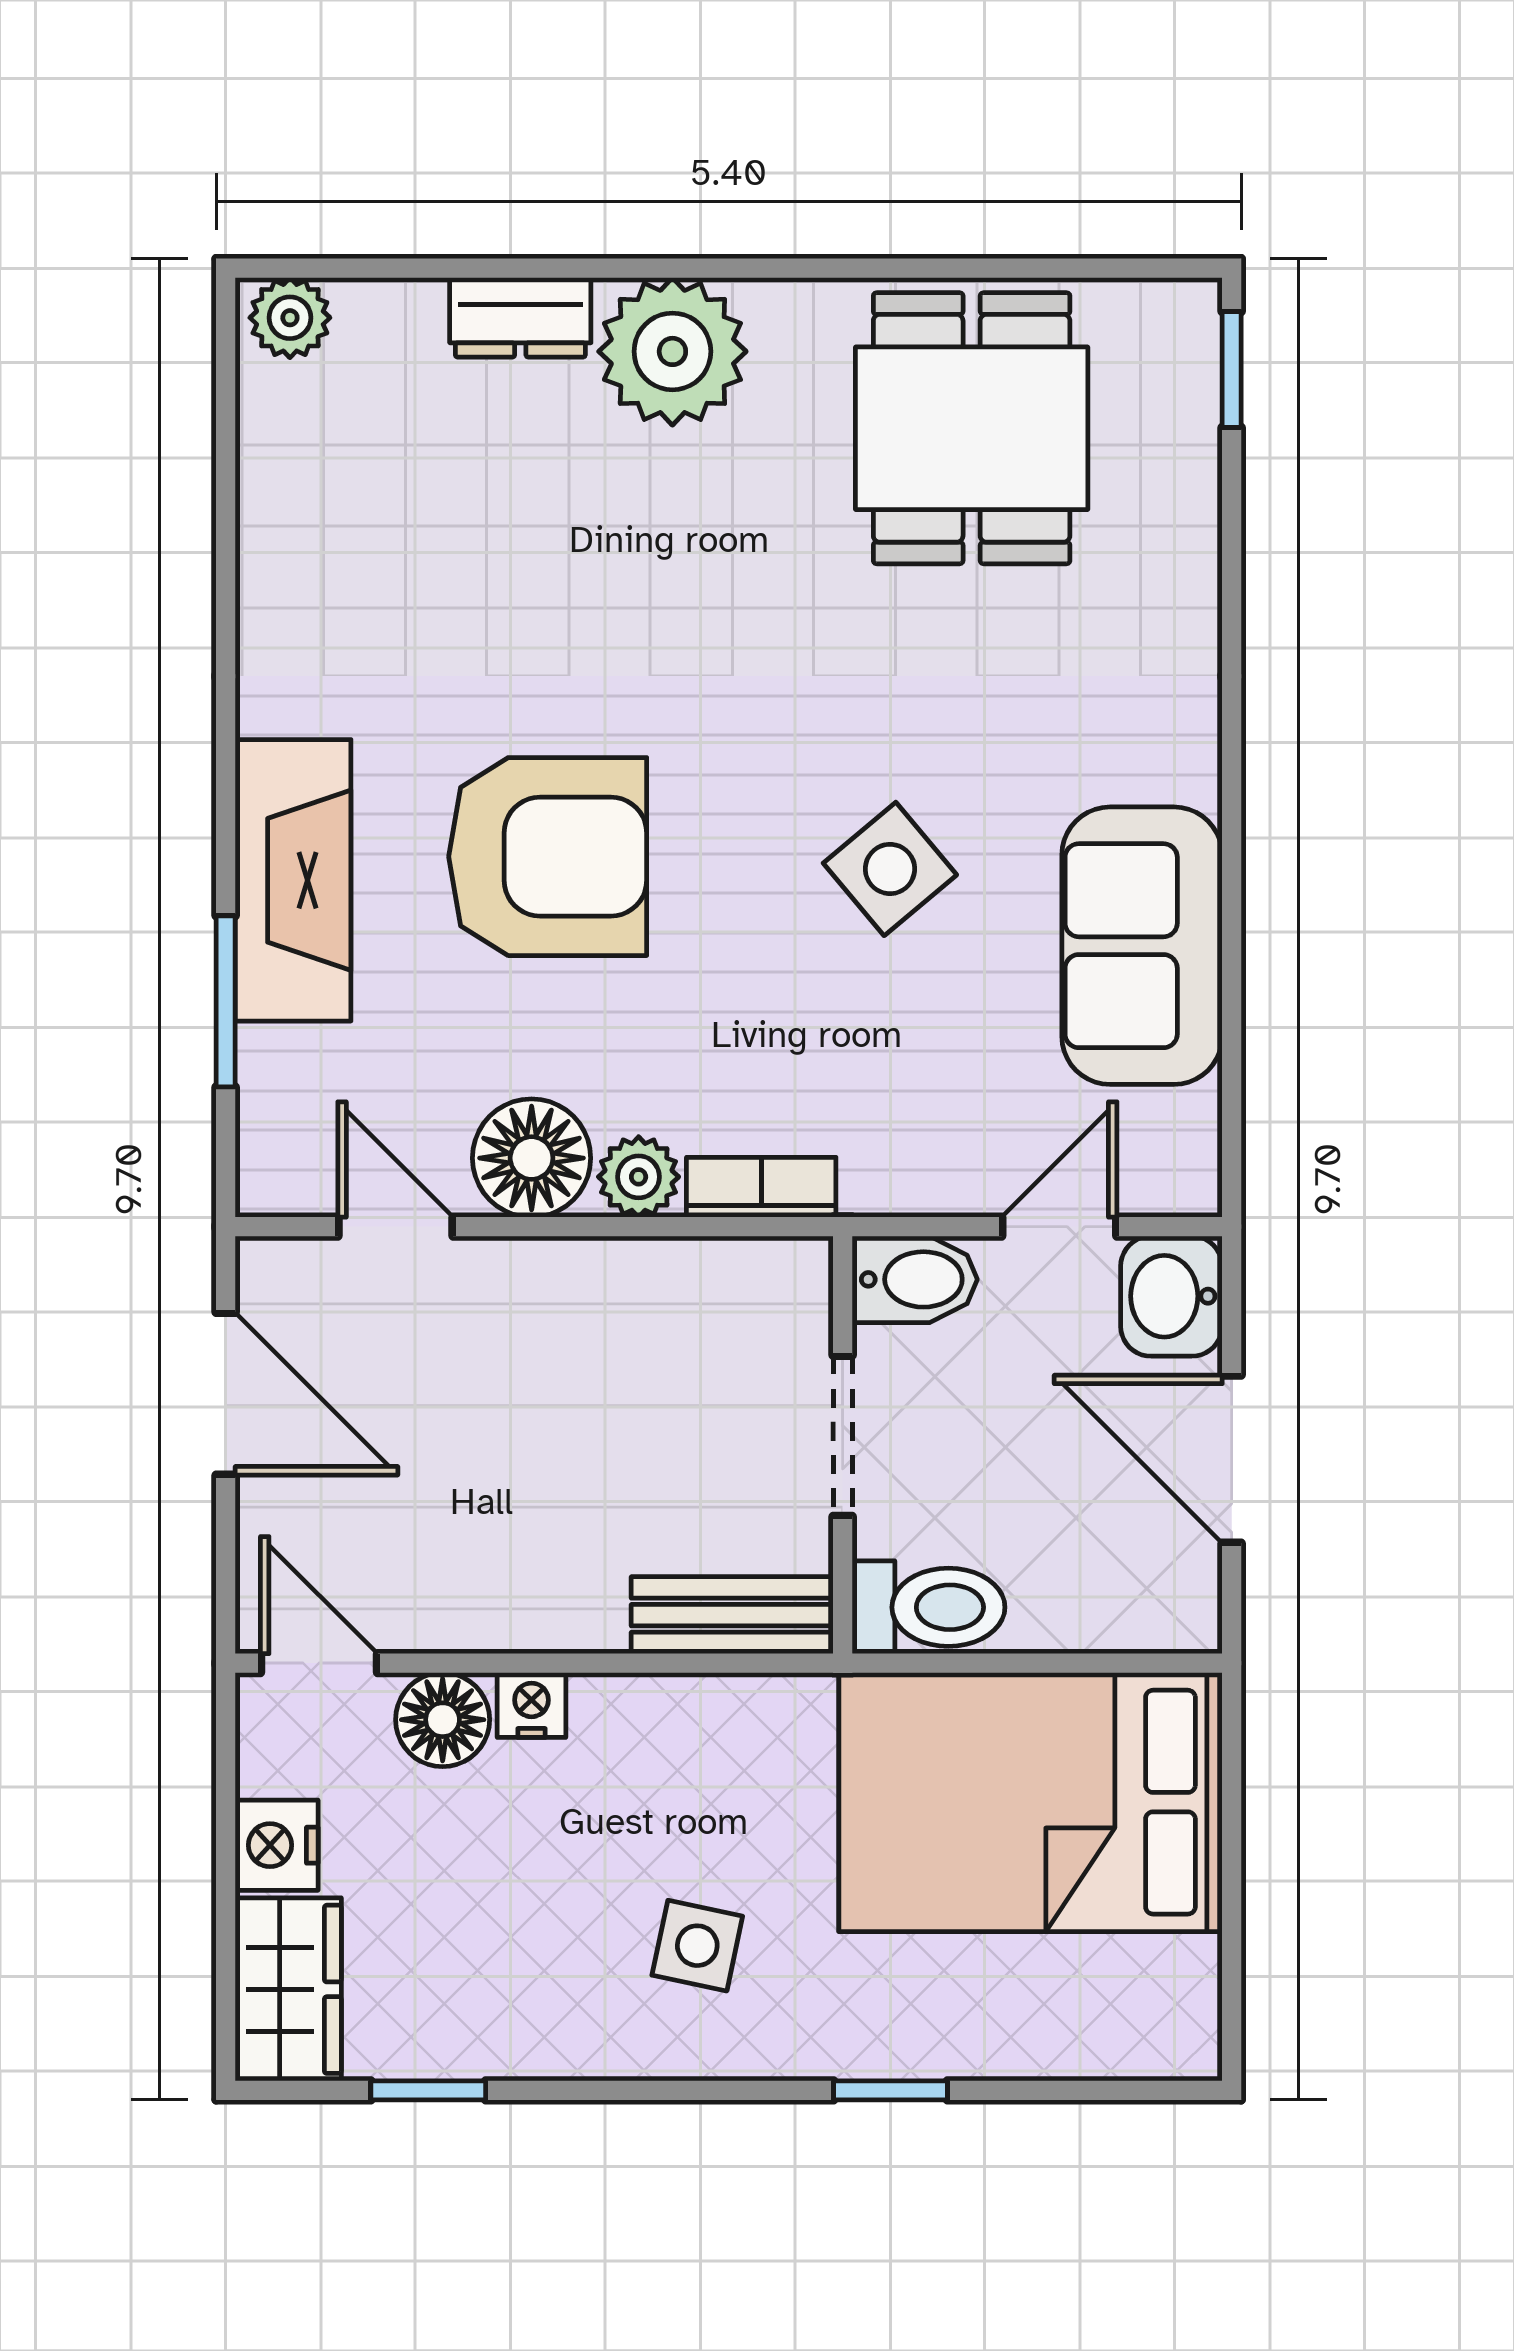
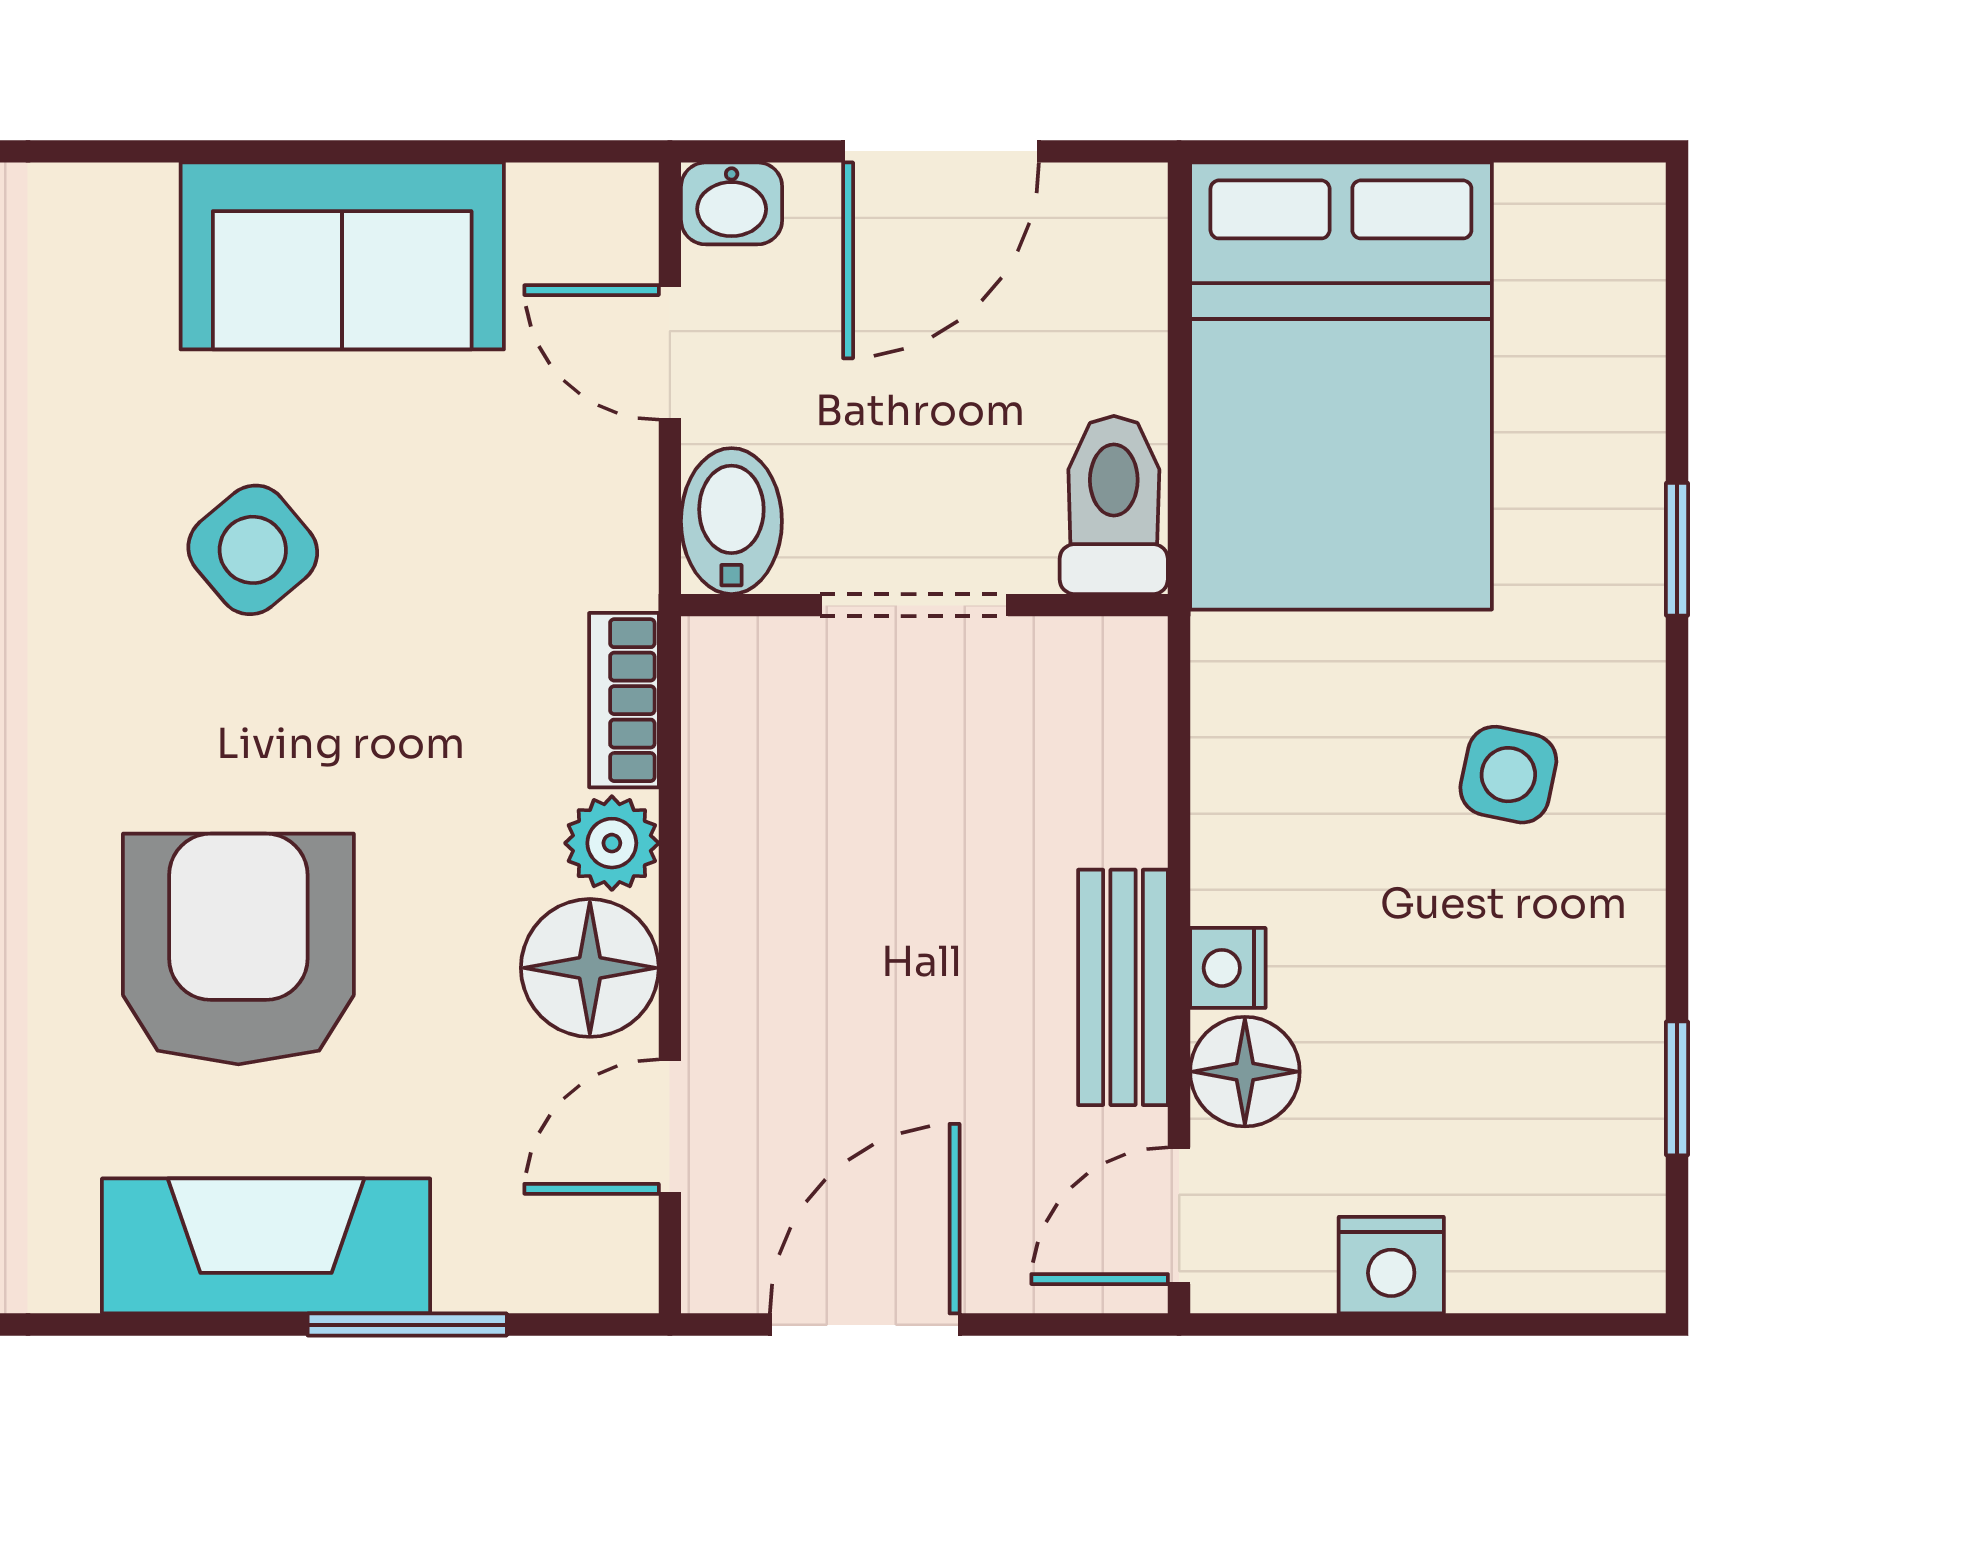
washbasin: (1171, 1296) -> (732, 203), width x0.72, depth x0.69
bench: (732, 1615) -> (1123, 987), moved
wardrobe: (288, 1989) -> (1559, 1252), removed

